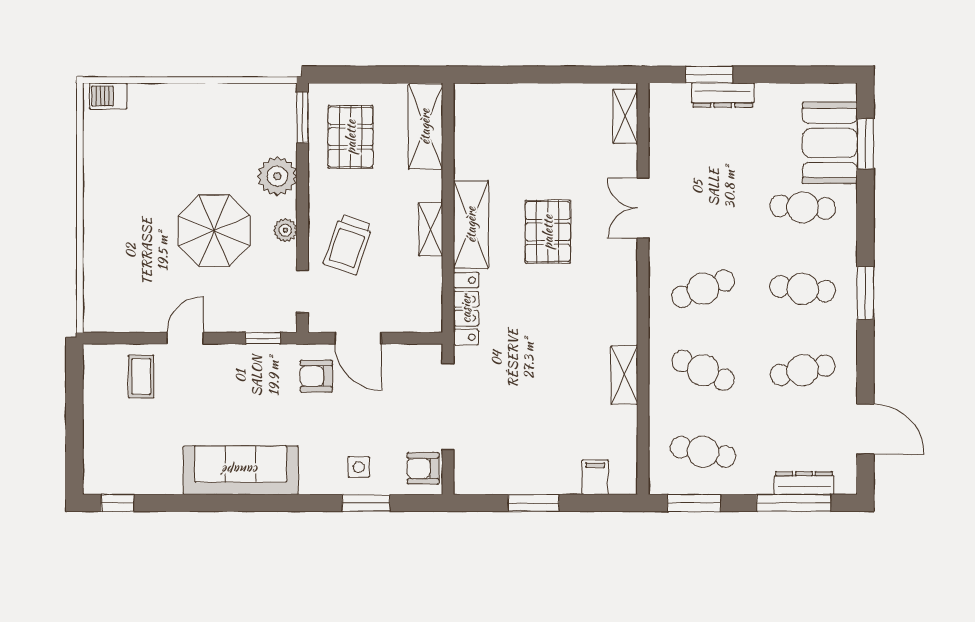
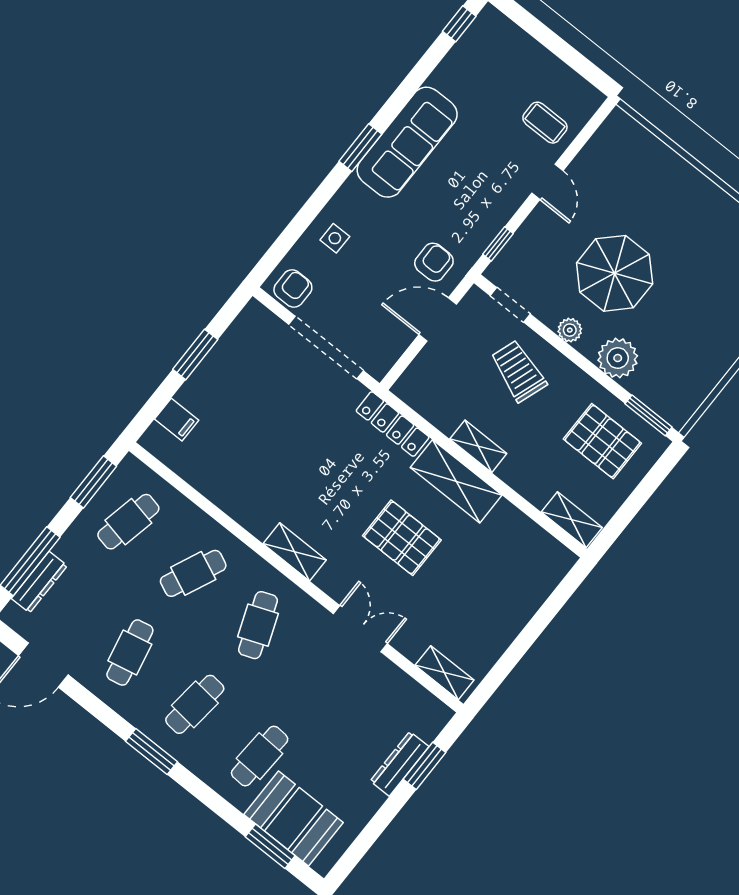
shelving: (425, 127) -> (572, 520), width x0.67, depth x0.75
shelving: (624, 375) -> (295, 552), moved
window: (366, 503) -> (360, 148), moved

